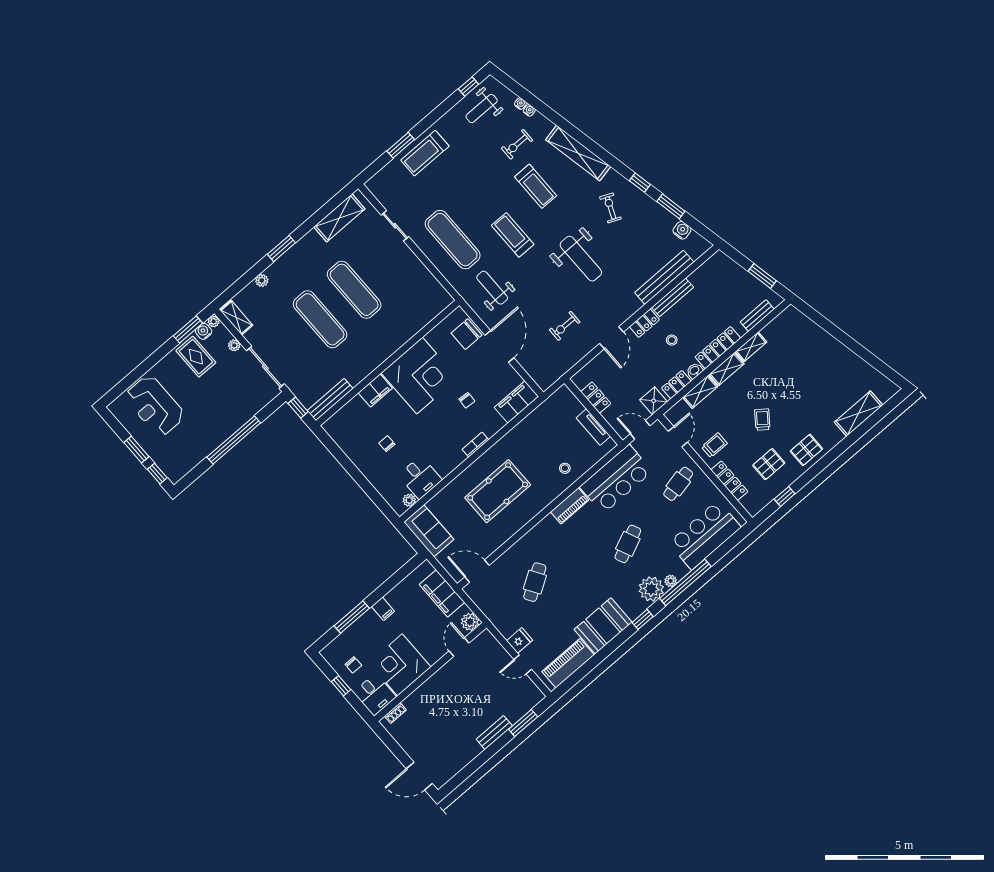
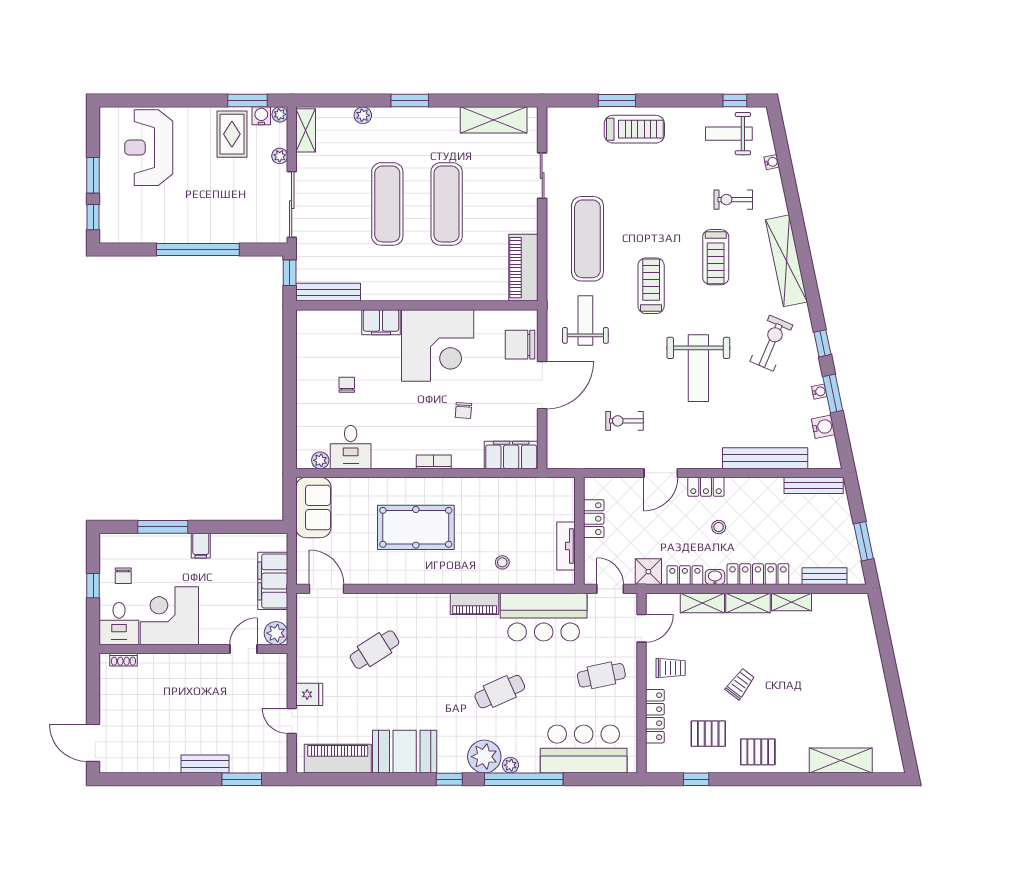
water cooler: (529, 110) -> (819, 392), moved
treadmill: (425, 153) -> (634, 129), turned 180
exercise bike: (610, 208) -> (771, 343), width x1.38, depth x1.39
piano: (430, 288) -> (523, 268), added
bench: (673, 297) -> (814, 485), moved

